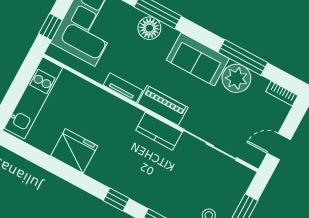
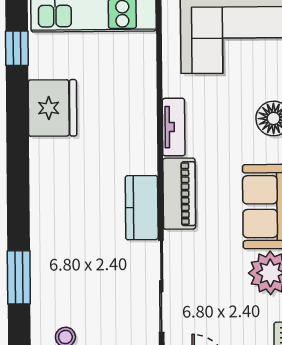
window: (116, 199) -> (17, 48), moved

